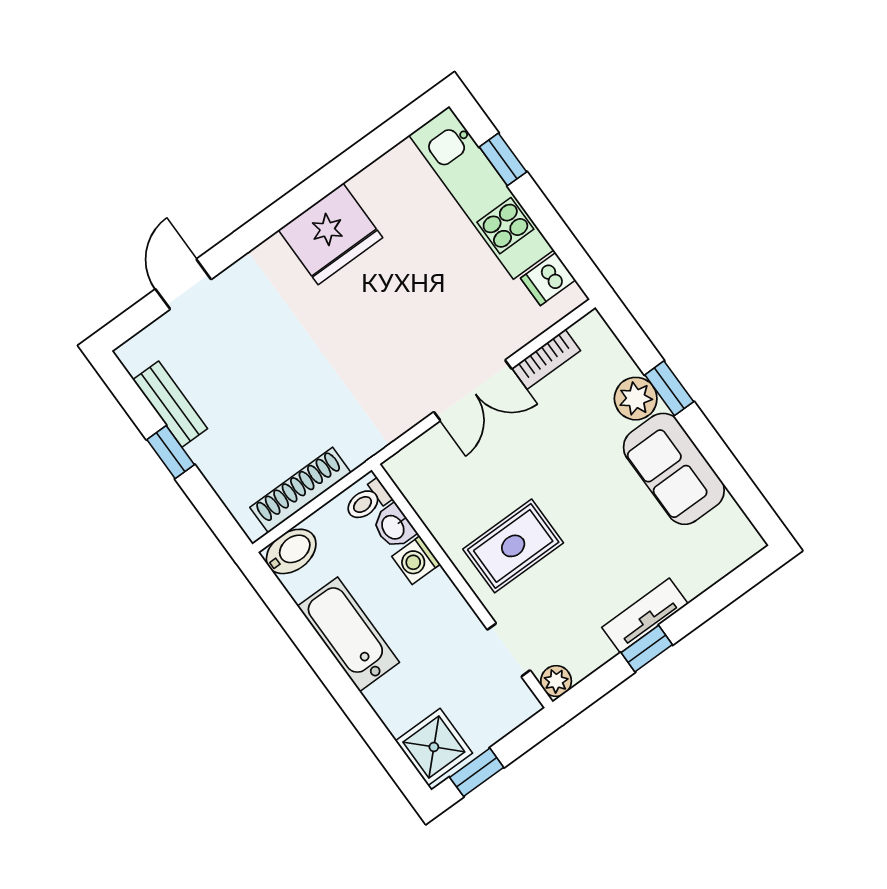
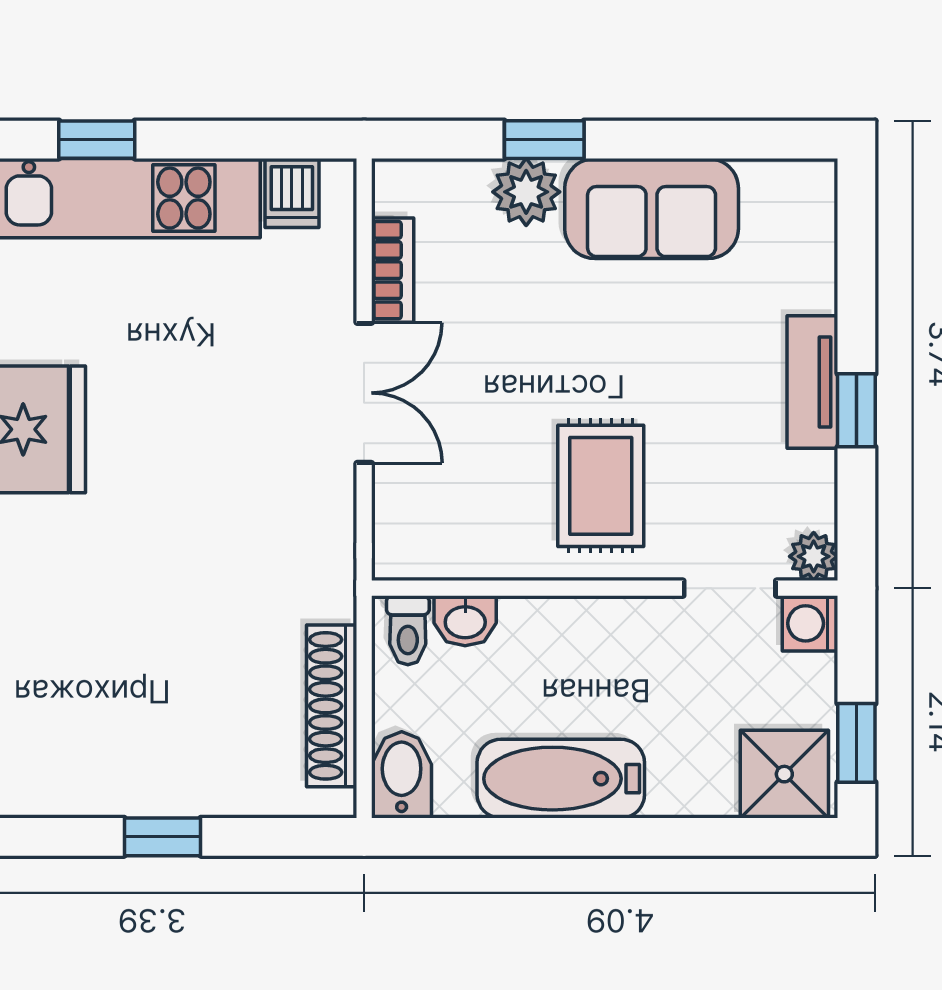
bench: (170, 404) -> (101, 793), removed
washing machine: (416, 560) -> (810, 623), moved, turned 90

